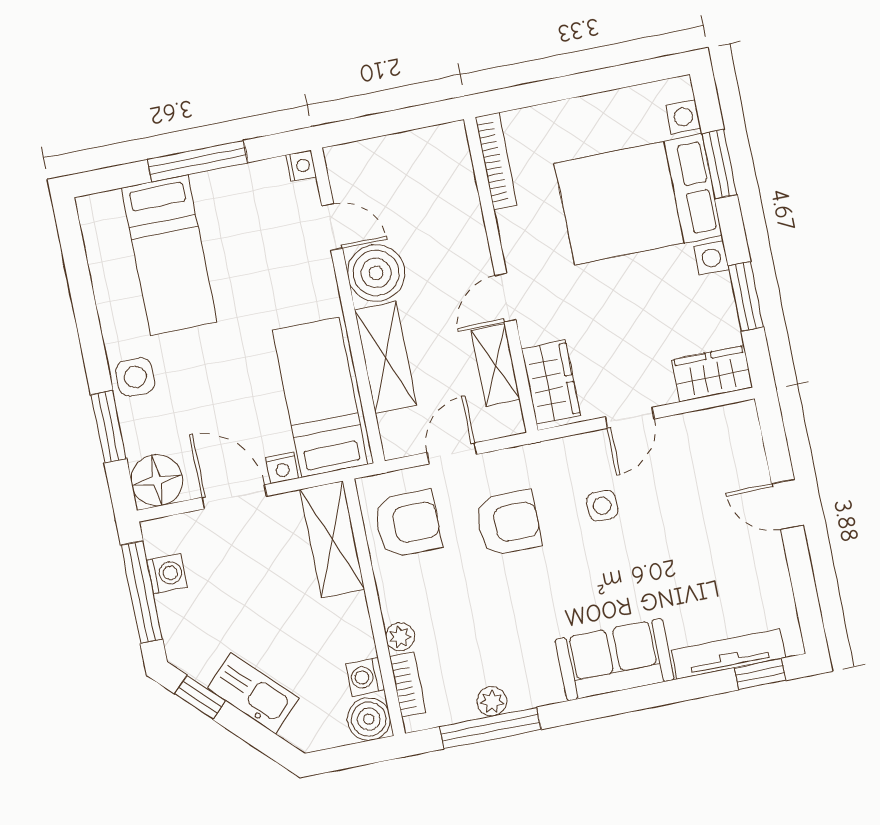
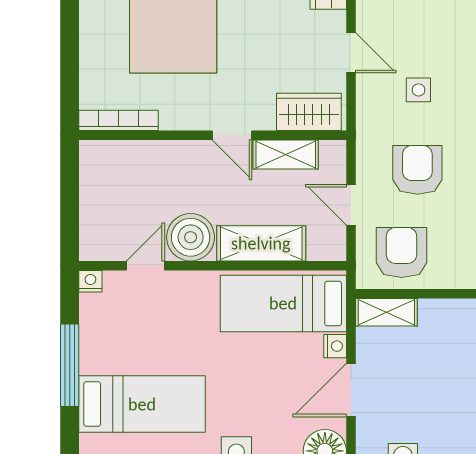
shelving: (332, 539) -> (386, 312), width x0.67, depth x0.75

